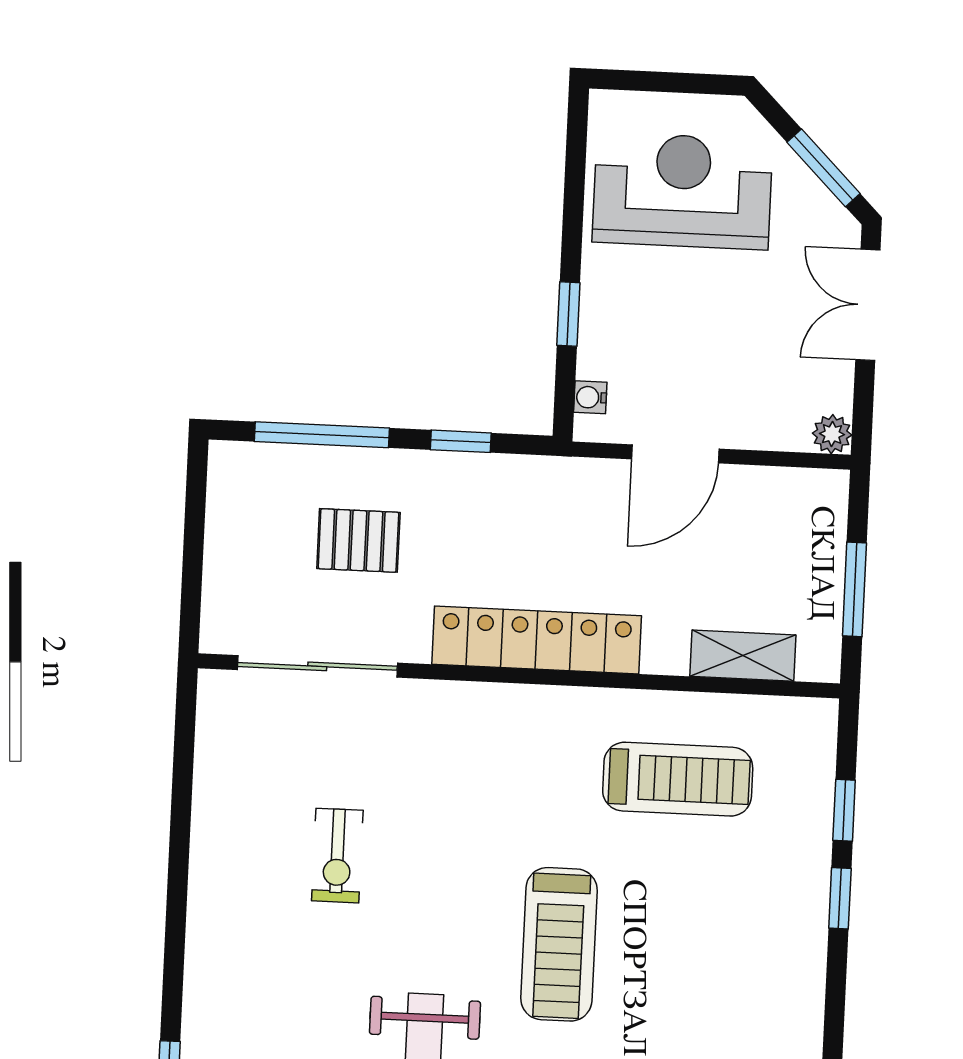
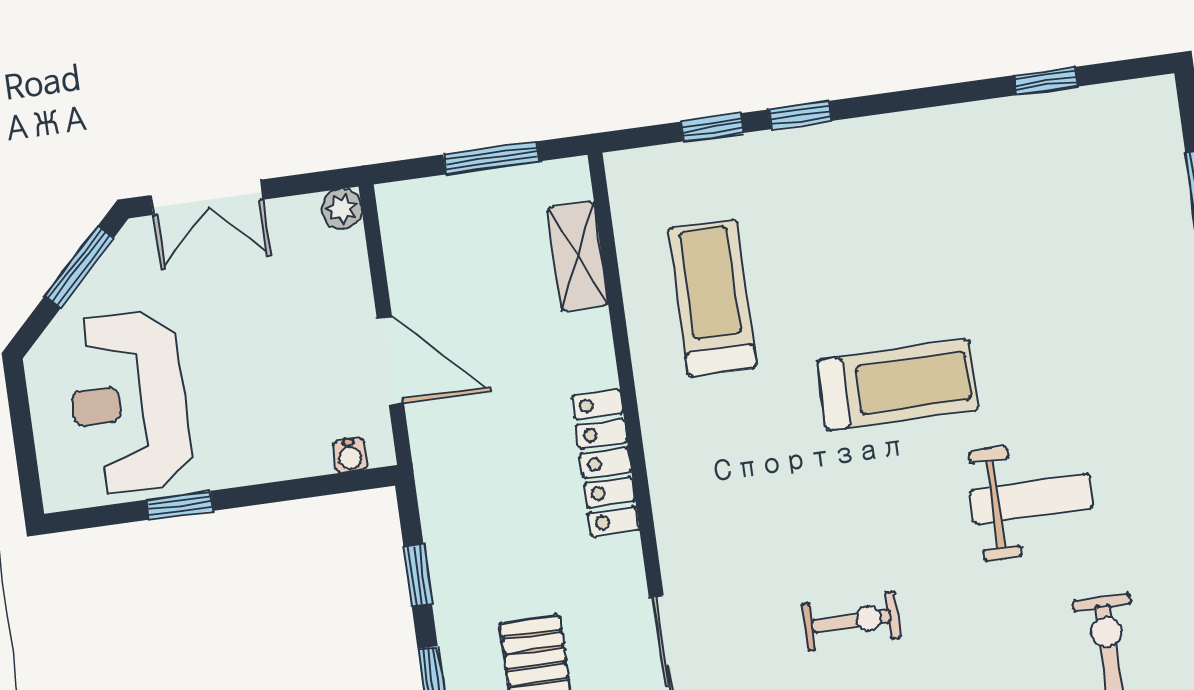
window: (568, 314) -> (180, 505), moved
locker: (537, 640) -> (606, 463), width x0.71, depth x0.83

